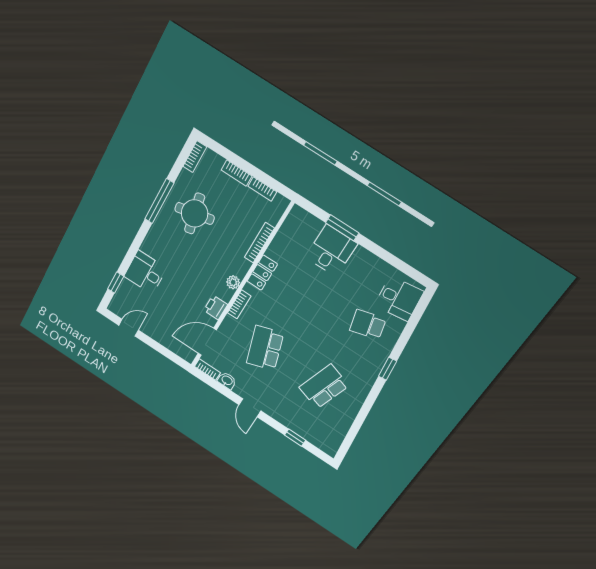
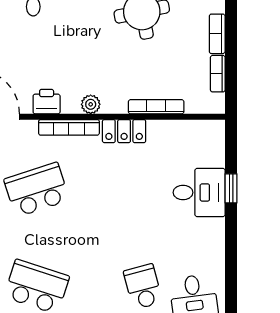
window: (342, 228) -> (231, 188), width x0.67
bookcase: (239, 304) -> (69, 127), width x1.56

